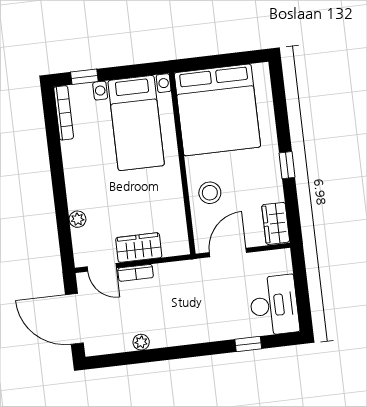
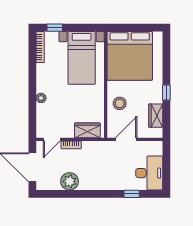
plant: (77, 219) -> (41, 98), moved
wardrobe: (276, 223) -> (156, 116), moved
wardrobe: (139, 248) -> (87, 130), moved
door: (102, 267) -> (52, 139), hinge flipped
plant: (141, 342) -> (70, 181), width x1.87, depth x1.87

